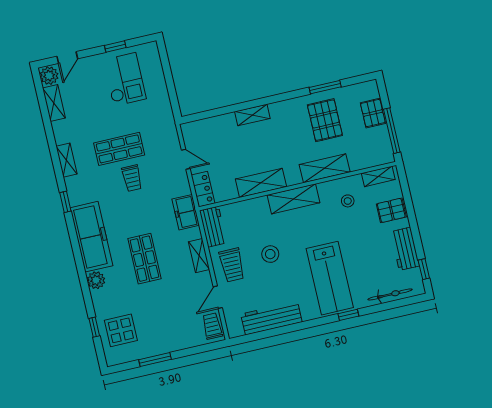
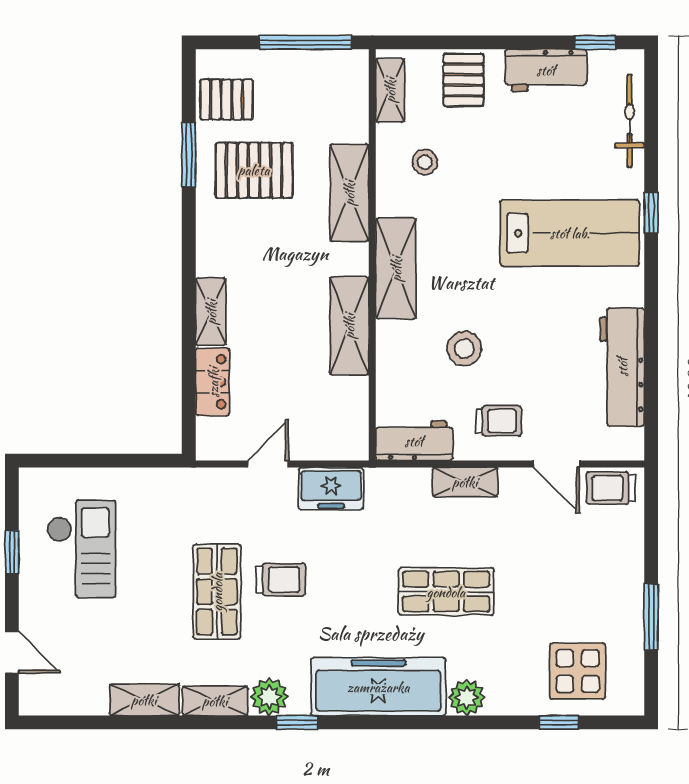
plant: (49, 76) -> (269, 697), moved
checkout: (125, 79) -> (81, 549), turned 90
shelving: (54, 103) -> (144, 700), moved
pallet: (373, 113) -> (227, 100), moved
locker: (203, 189) -> (213, 382), moved, turned 90
freezer: (186, 212) -> (331, 489), moved
stool: (270, 254) -> (464, 348), moved
trolley: (232, 265) -> (499, 421), width x0.73, depth x0.72

